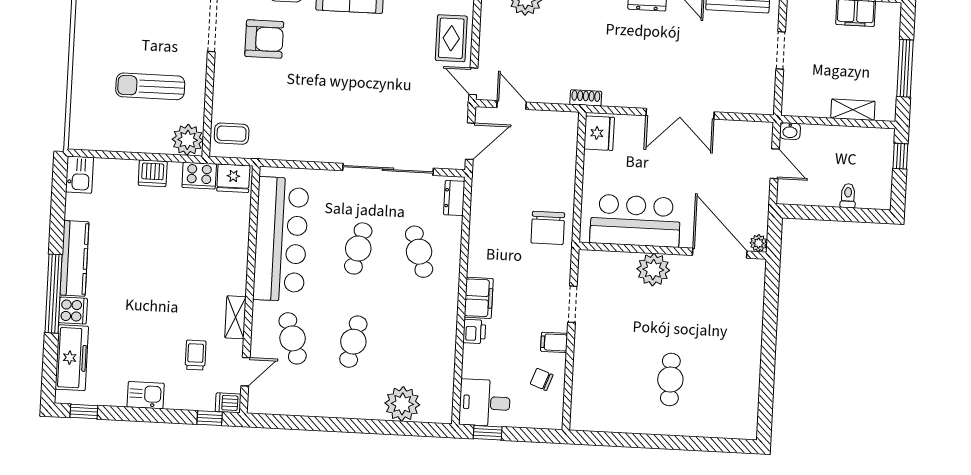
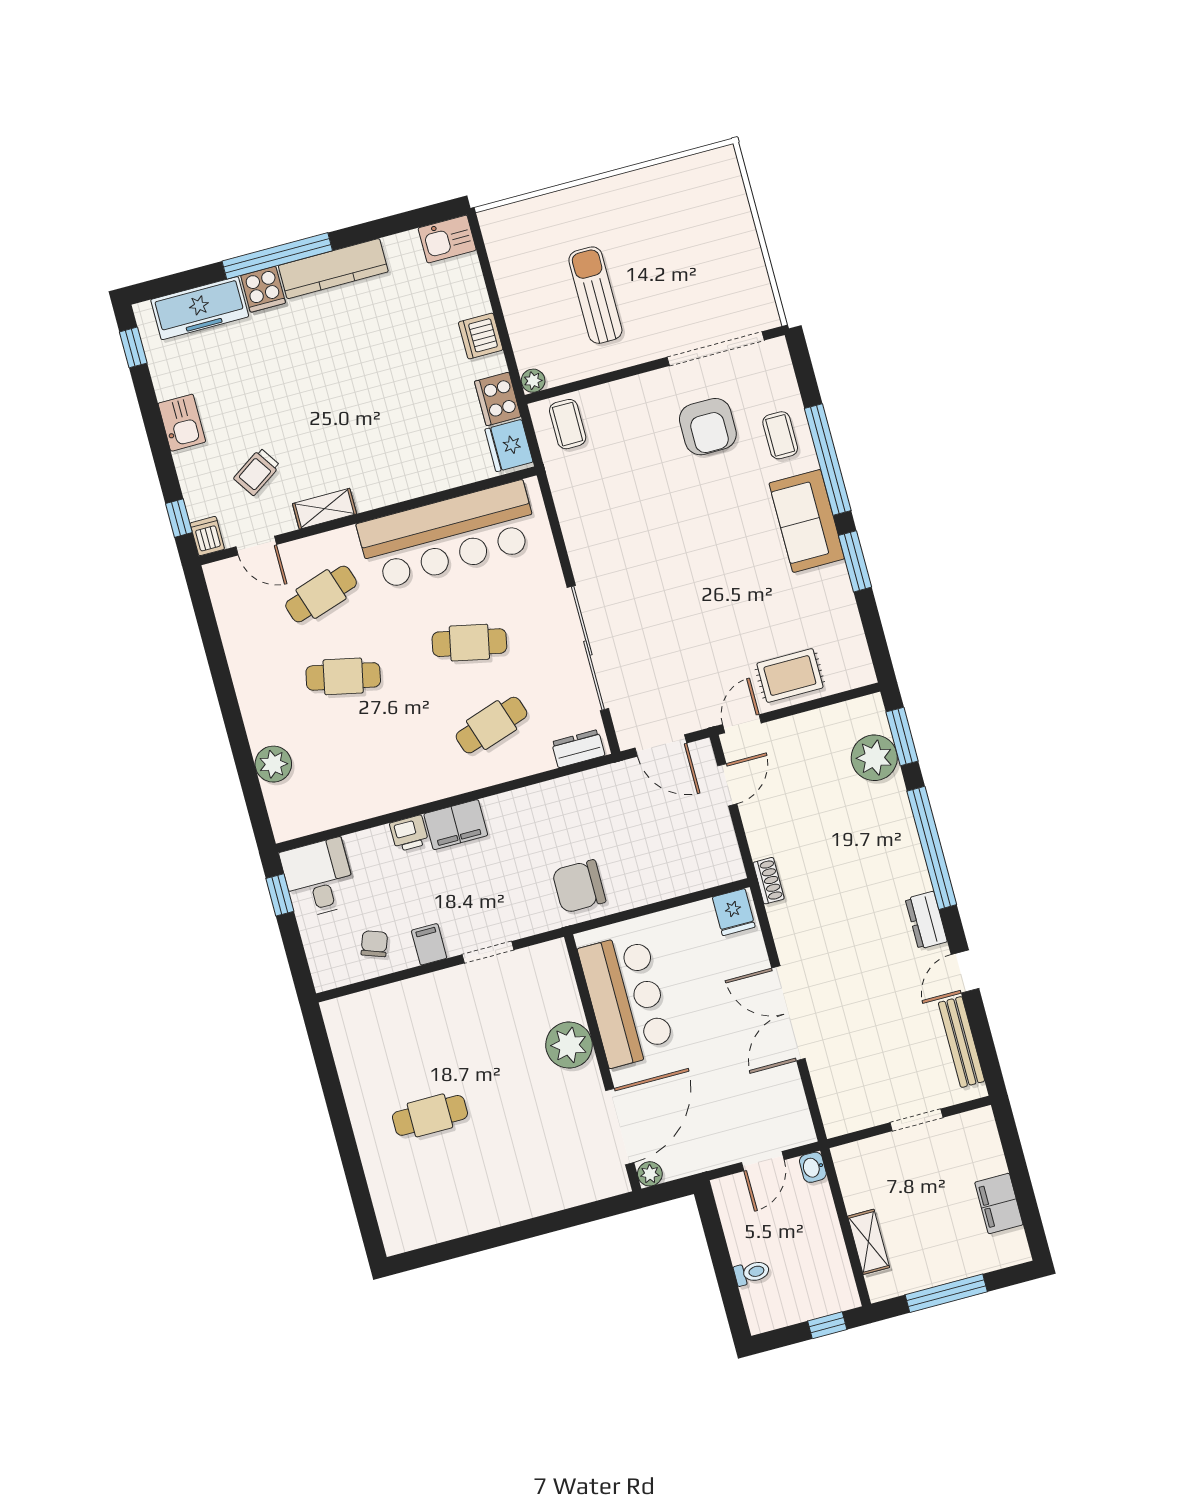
fridge: (599, 133) -> (734, 912), width x0.72
plant: (188, 140) -> (533, 381), width x0.53, depth x0.53
trolley: (196, 355) -> (257, 472), turned 146
plant: (402, 404) -> (273, 764), width x0.73, depth x0.73

